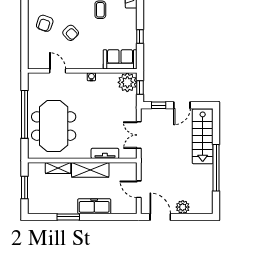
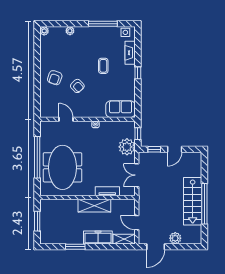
window: (140, 37) -> (138, 73), moved
plant: (127, 82) -> (127, 147), moved
stairs: (203, 136) -> (193, 201), moved
shelving: (58, 168) -> (124, 239), moved
door: (160, 217) -> (156, 247), swing flipped

